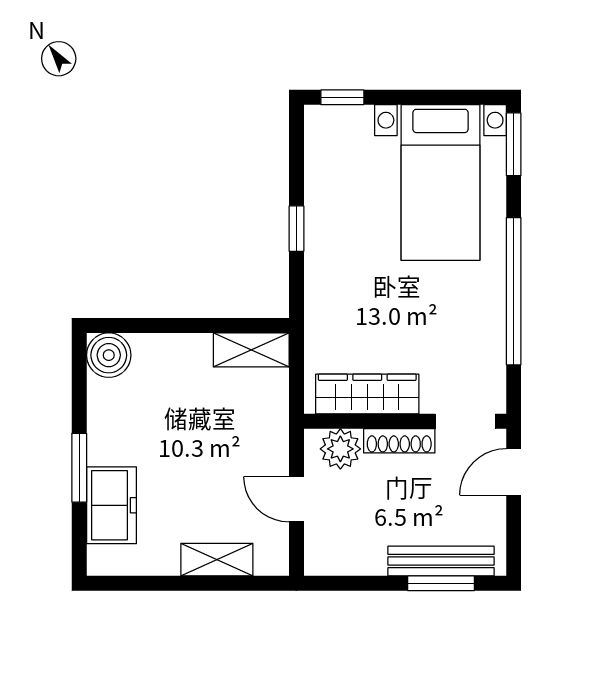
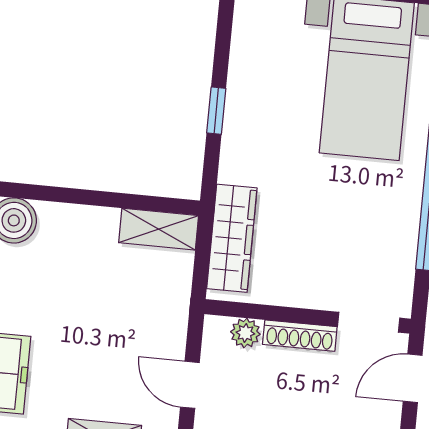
wardrobe: (367, 394) -> (232, 238), moved, turned 90
plant: (340, 449) -> (245, 333), width x0.73, depth x0.73

